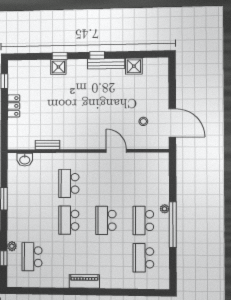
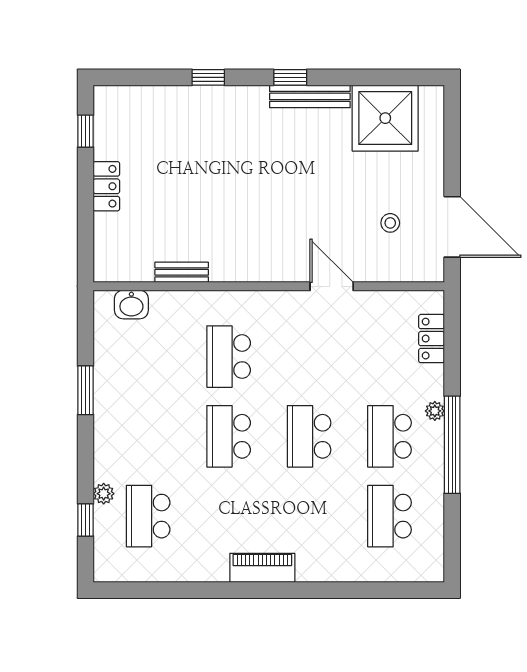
shower: (134, 66) -> (385, 118), width x1.86, depth x1.86
shower: (58, 67) -> (205, 102), removed
locker: (163, 175) -> (432, 339), added

